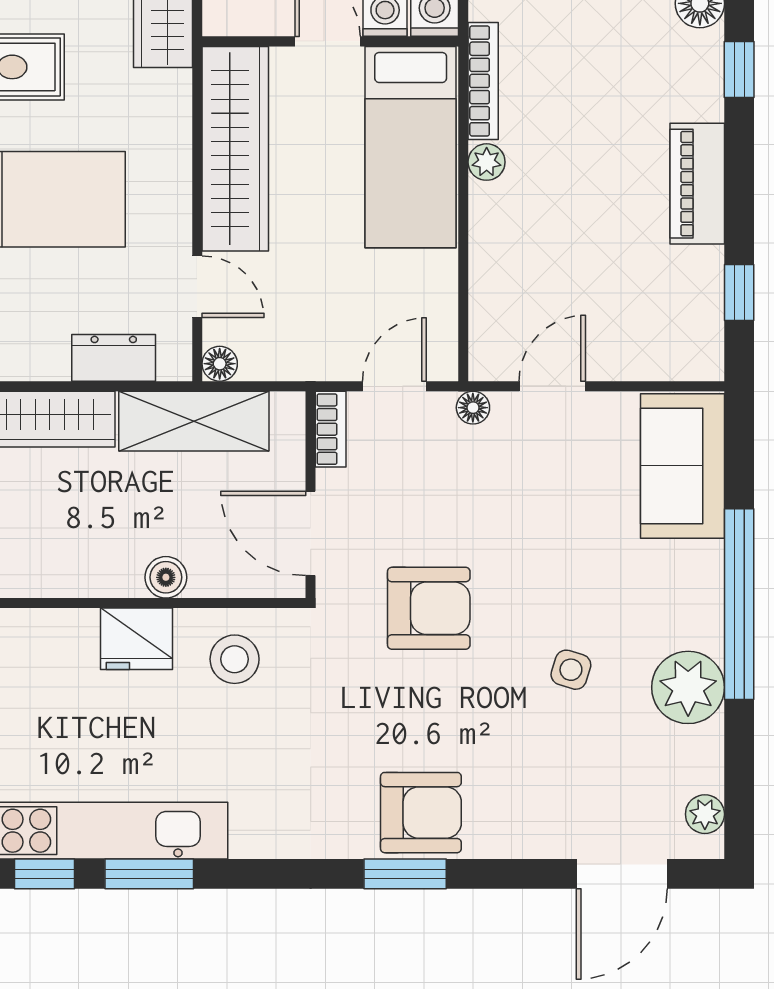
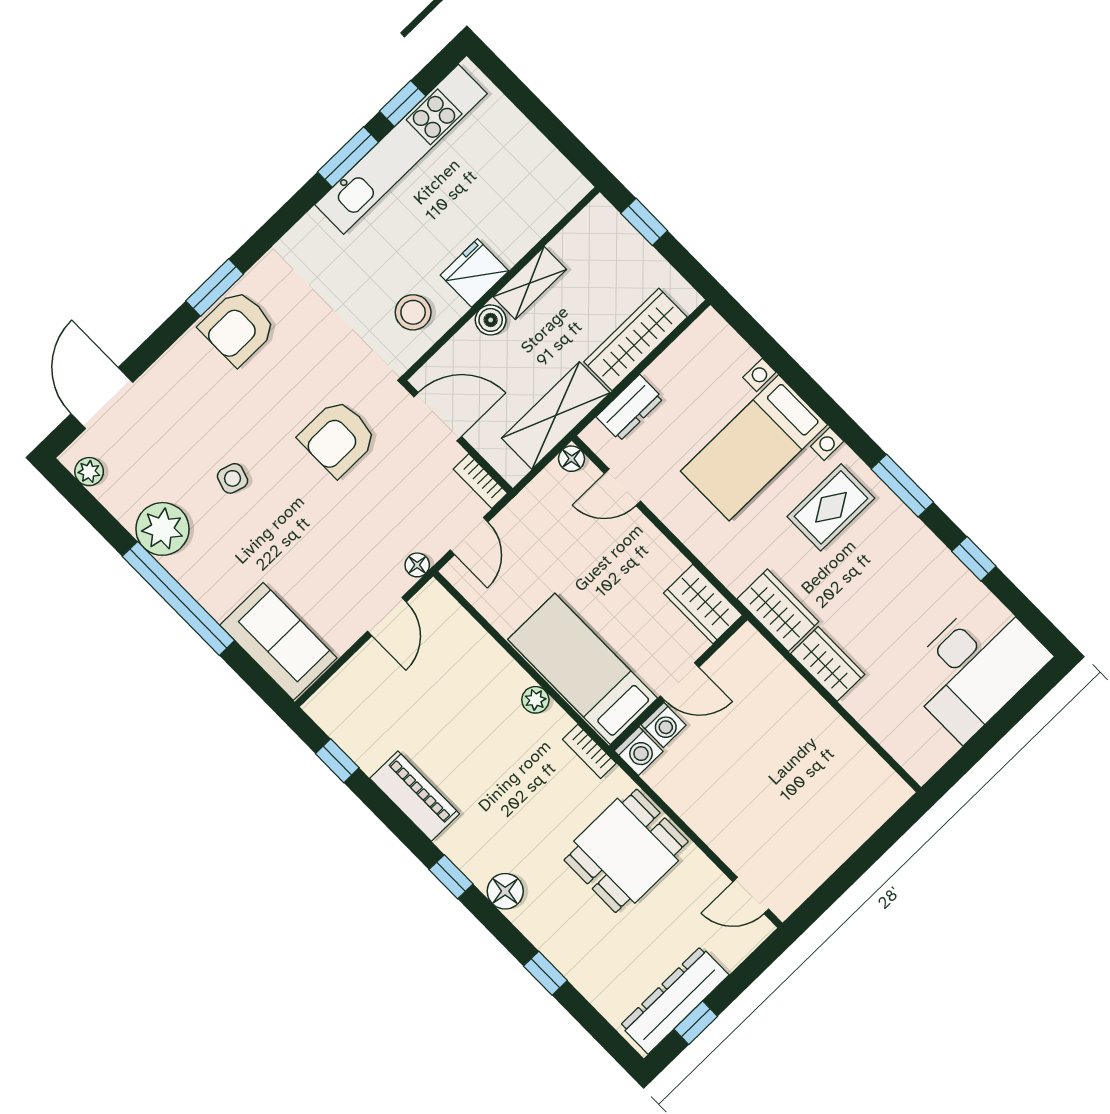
bookcase: (483, 81) -> (589, 751), width x0.64
wardrobe: (235, 149) -> (703, 604), width x0.48, depth x0.85
shelving: (92, 576) -> (530, 283), added

